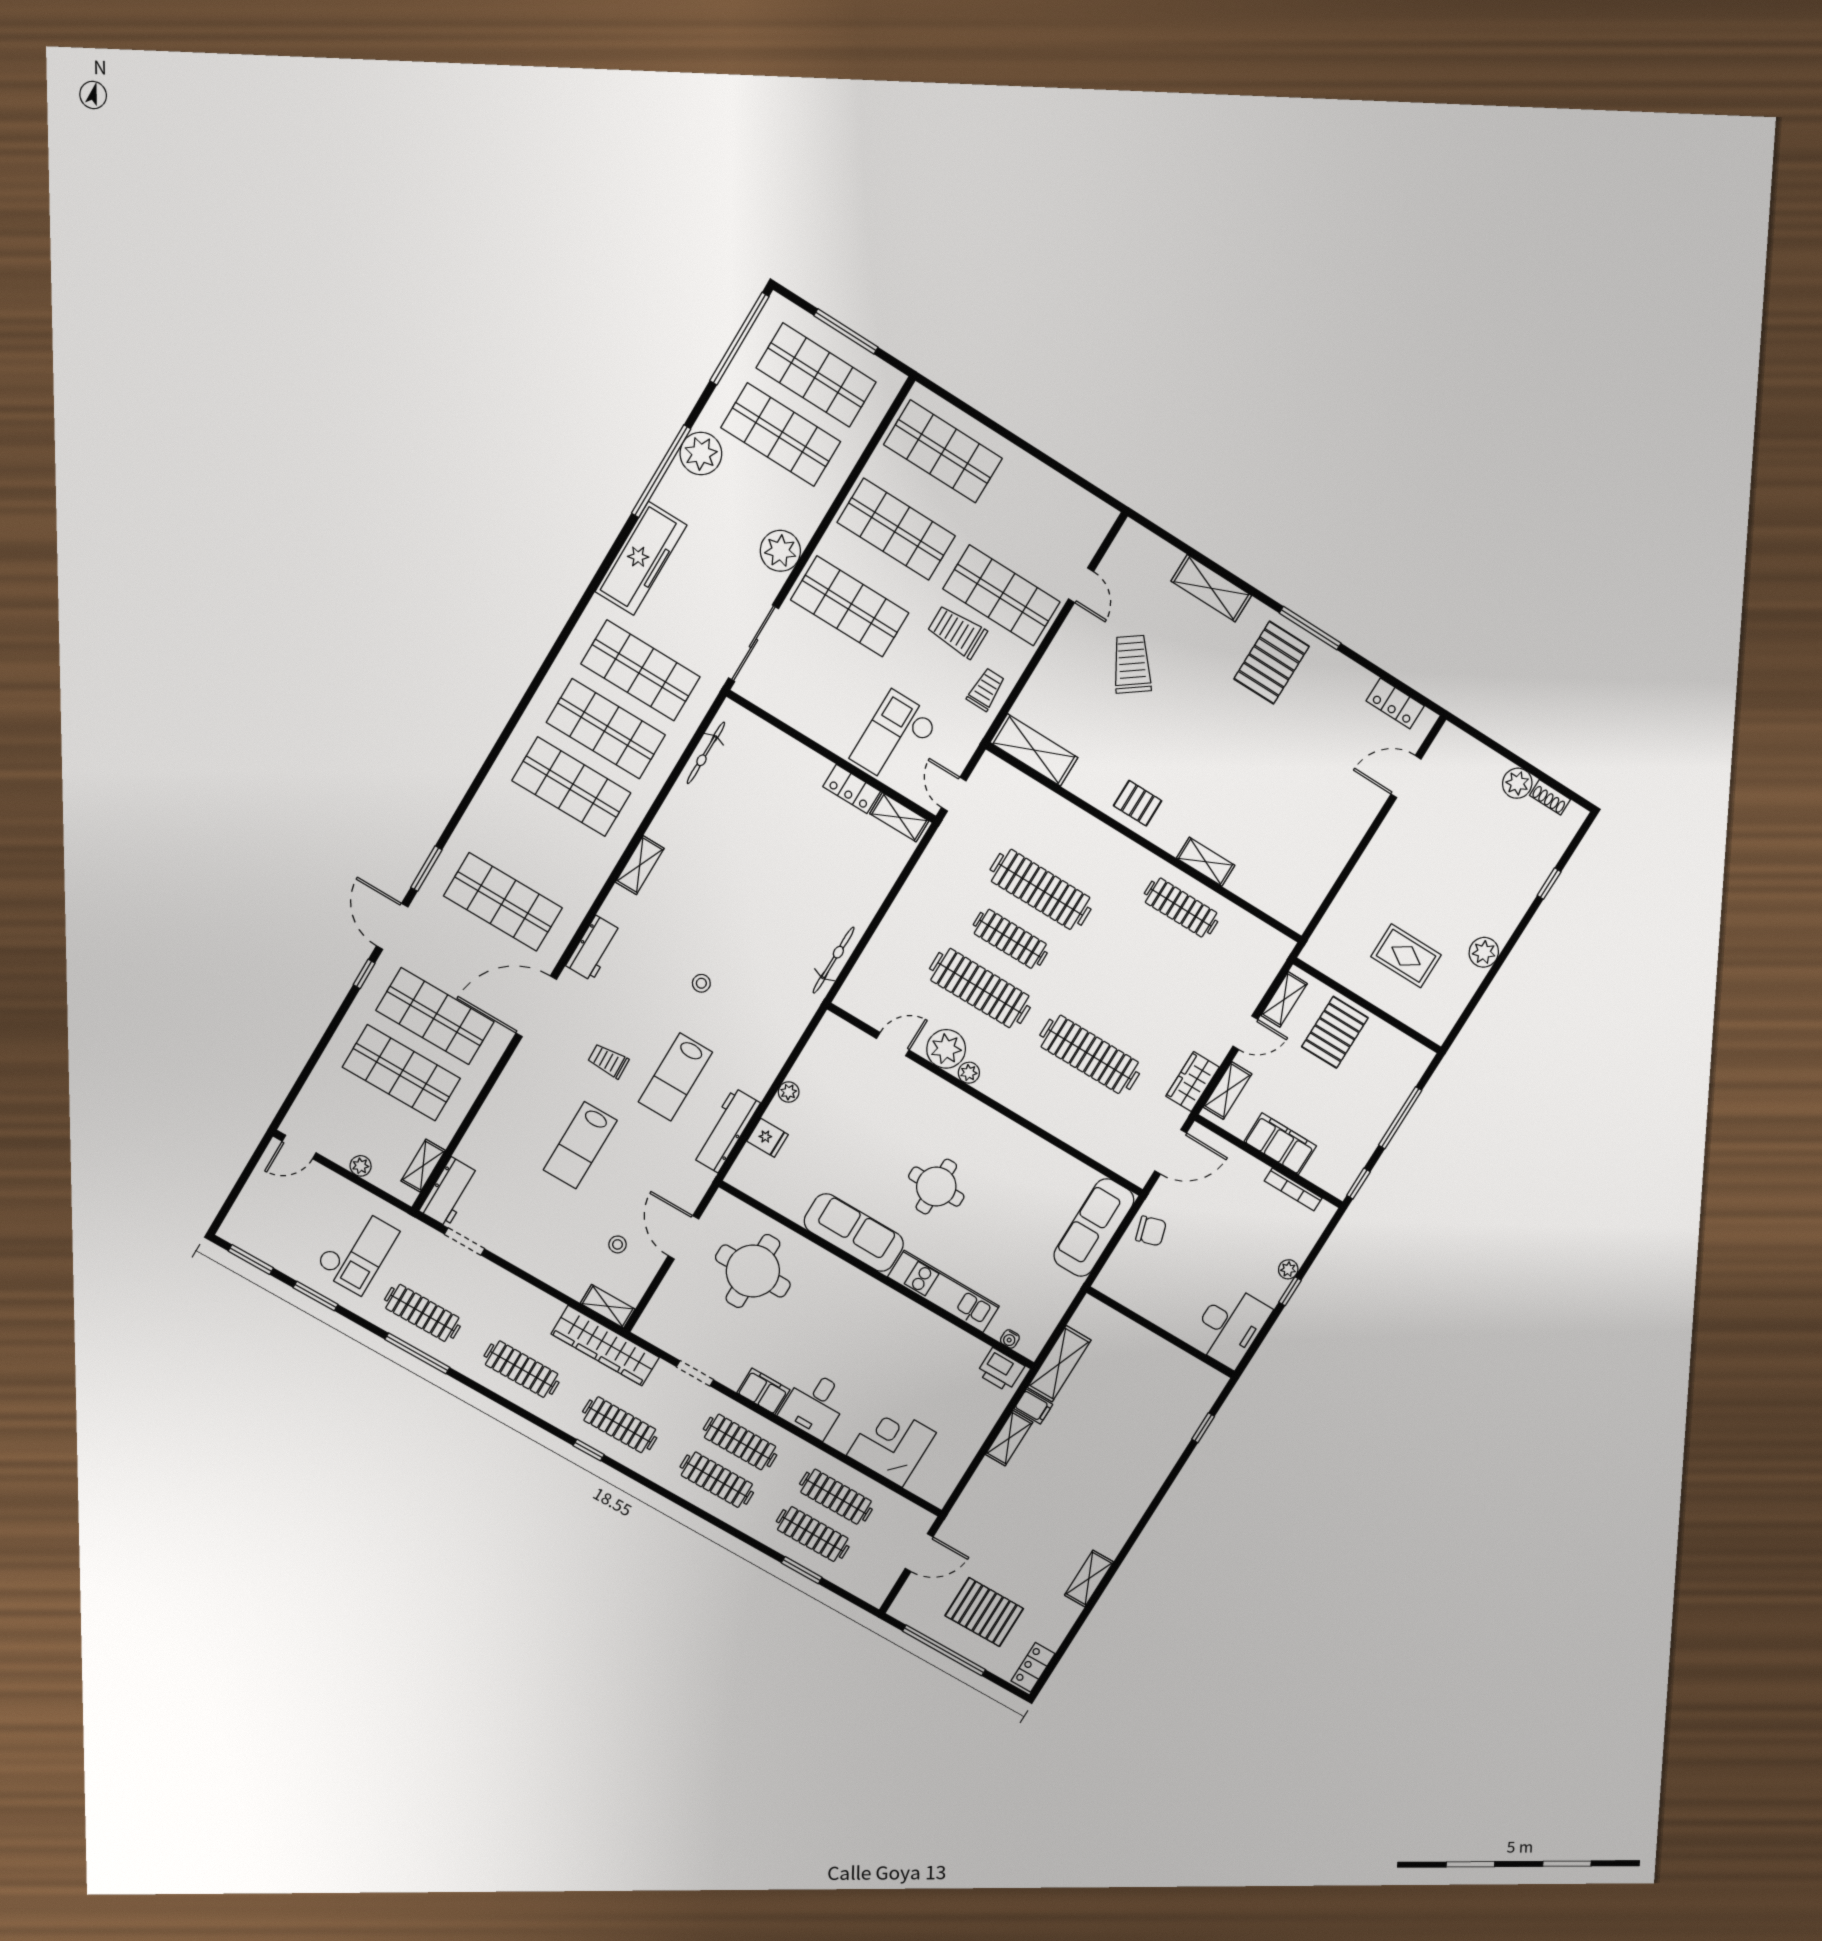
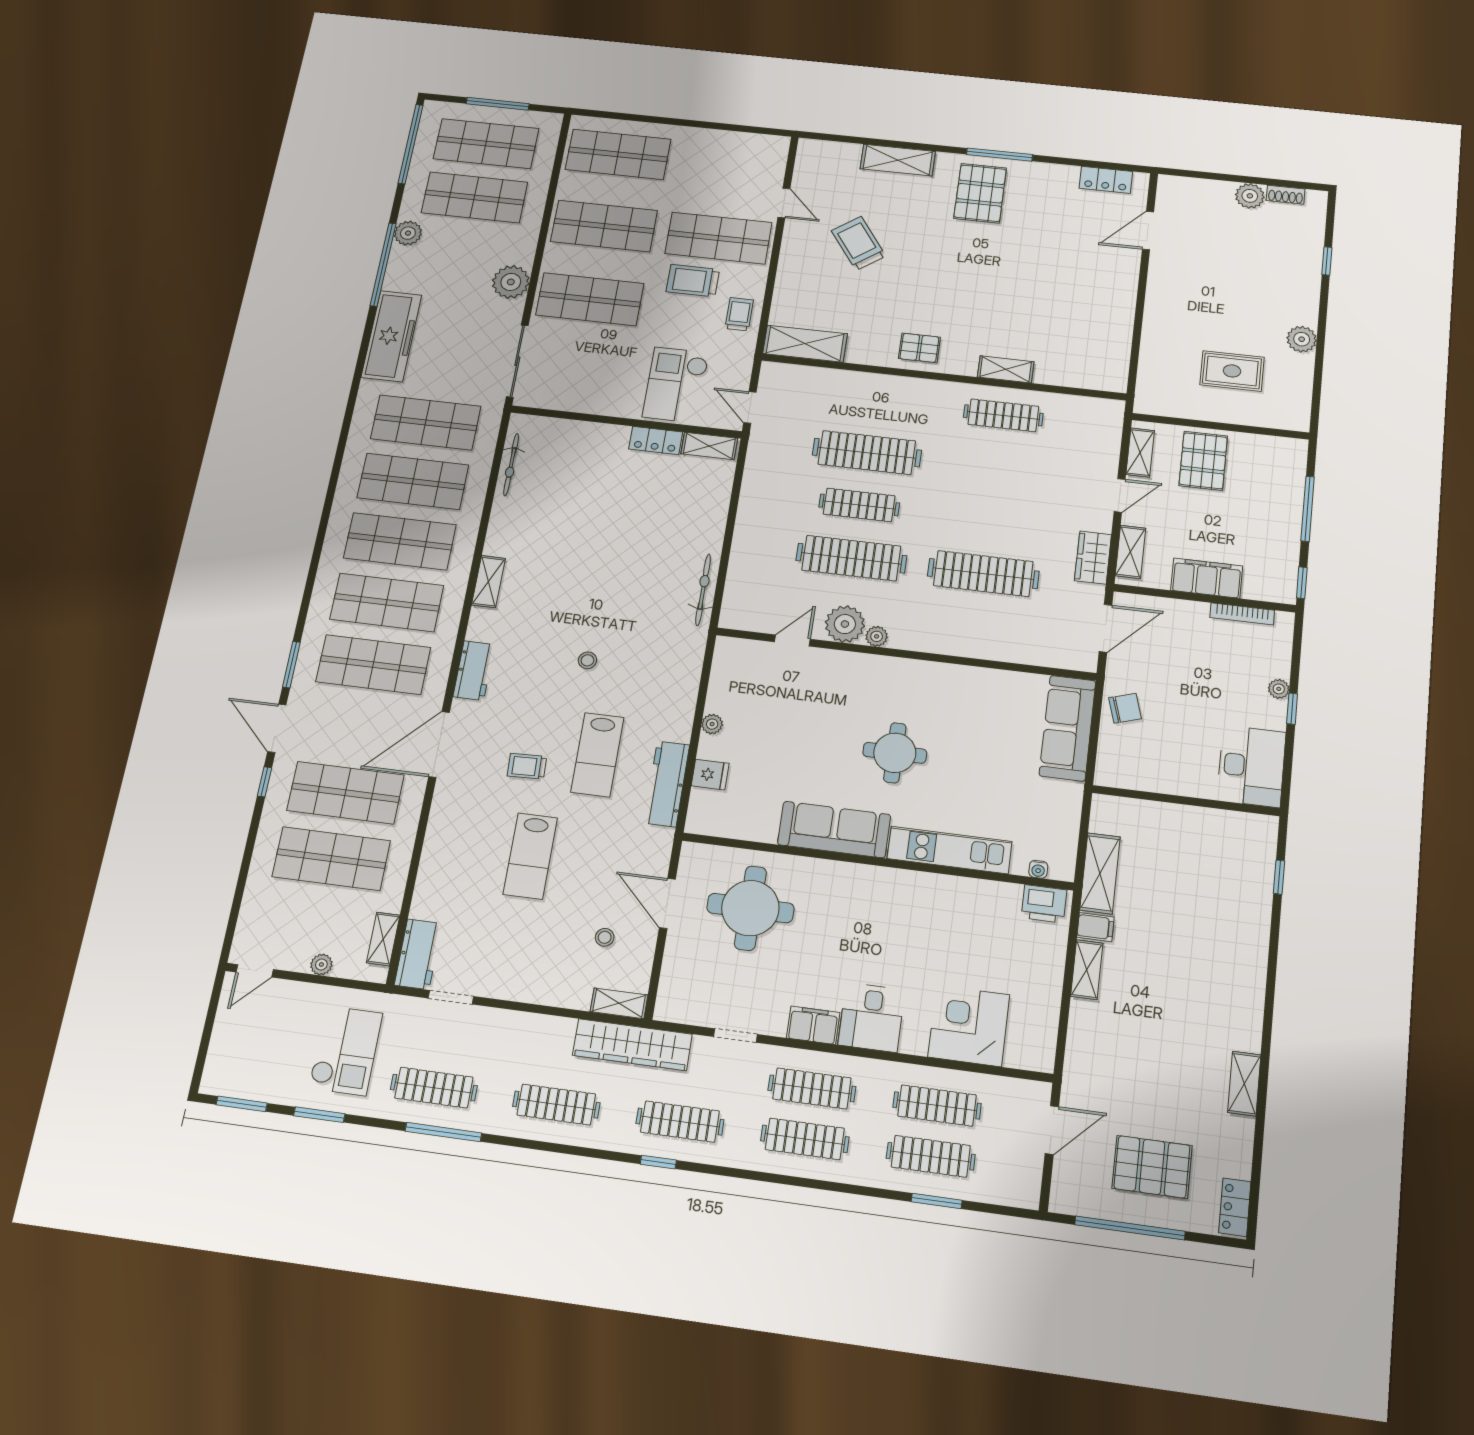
plant: (701, 454) -> (408, 233), width x0.73, depth x0.73
shop shelf: (537, 844) -> (387, 602), added

